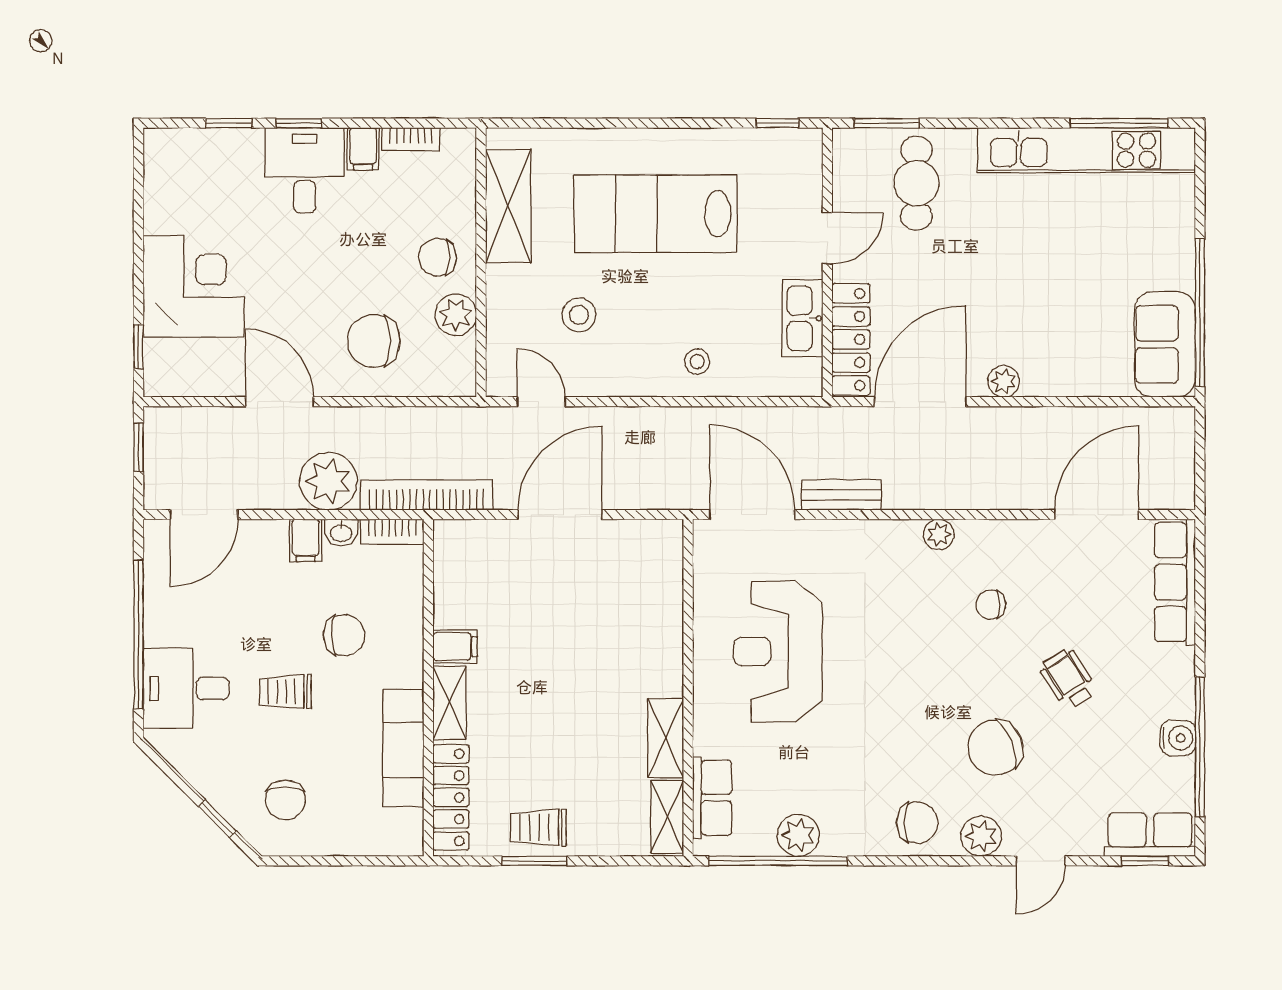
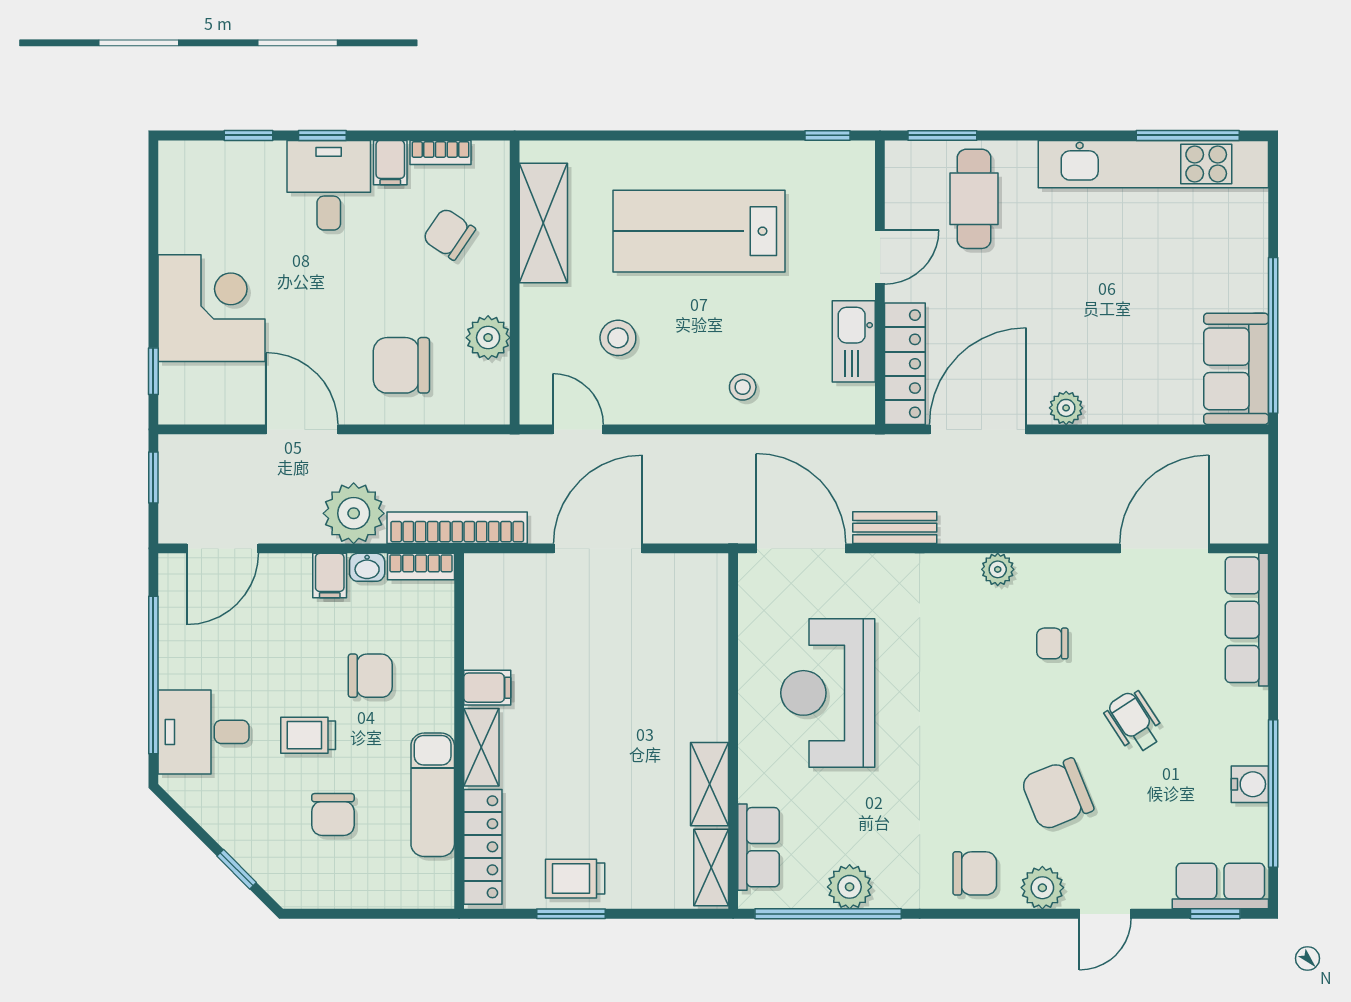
chair: (437, 257) -> (449, 234), moved, turned 32
chair: (285, 800) -> (333, 815), moved

